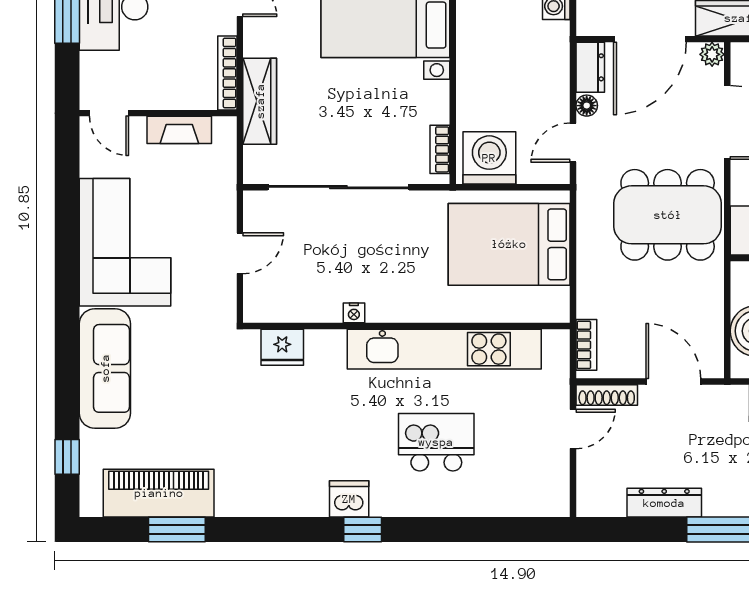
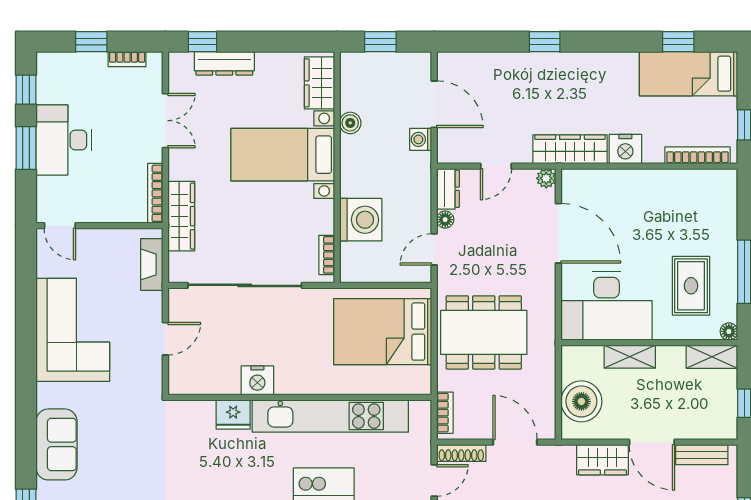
door: (650, 39) -> (496, 166), width x0.53
fireplace: (179, 130) -> (152, 264), moved, turned 90
washing machine: (489, 158) -> (361, 220), moved, turned 90
dining table: (668, 215) -> (484, 332), moved
nightstand: (354, 313) -> (257, 380), width x1.89, depth x1.79
fridge: (282, 347) -> (233, 415), moved
sofa: (105, 368) -> (57, 444), width x0.73

